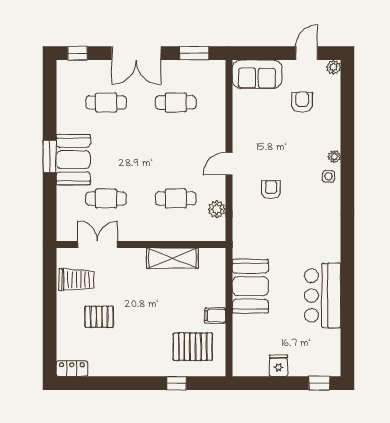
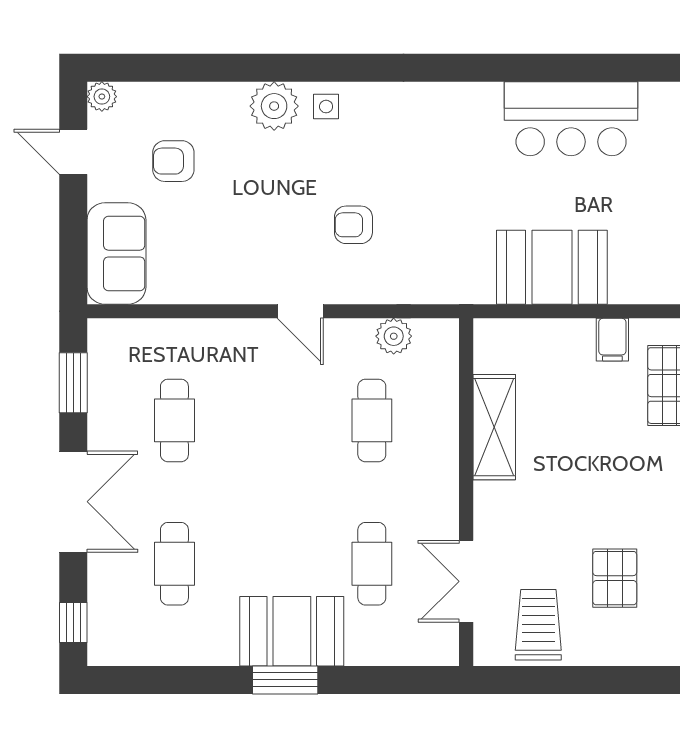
plant: (334, 157) -> (274, 106), width x1.88, depth x1.88

